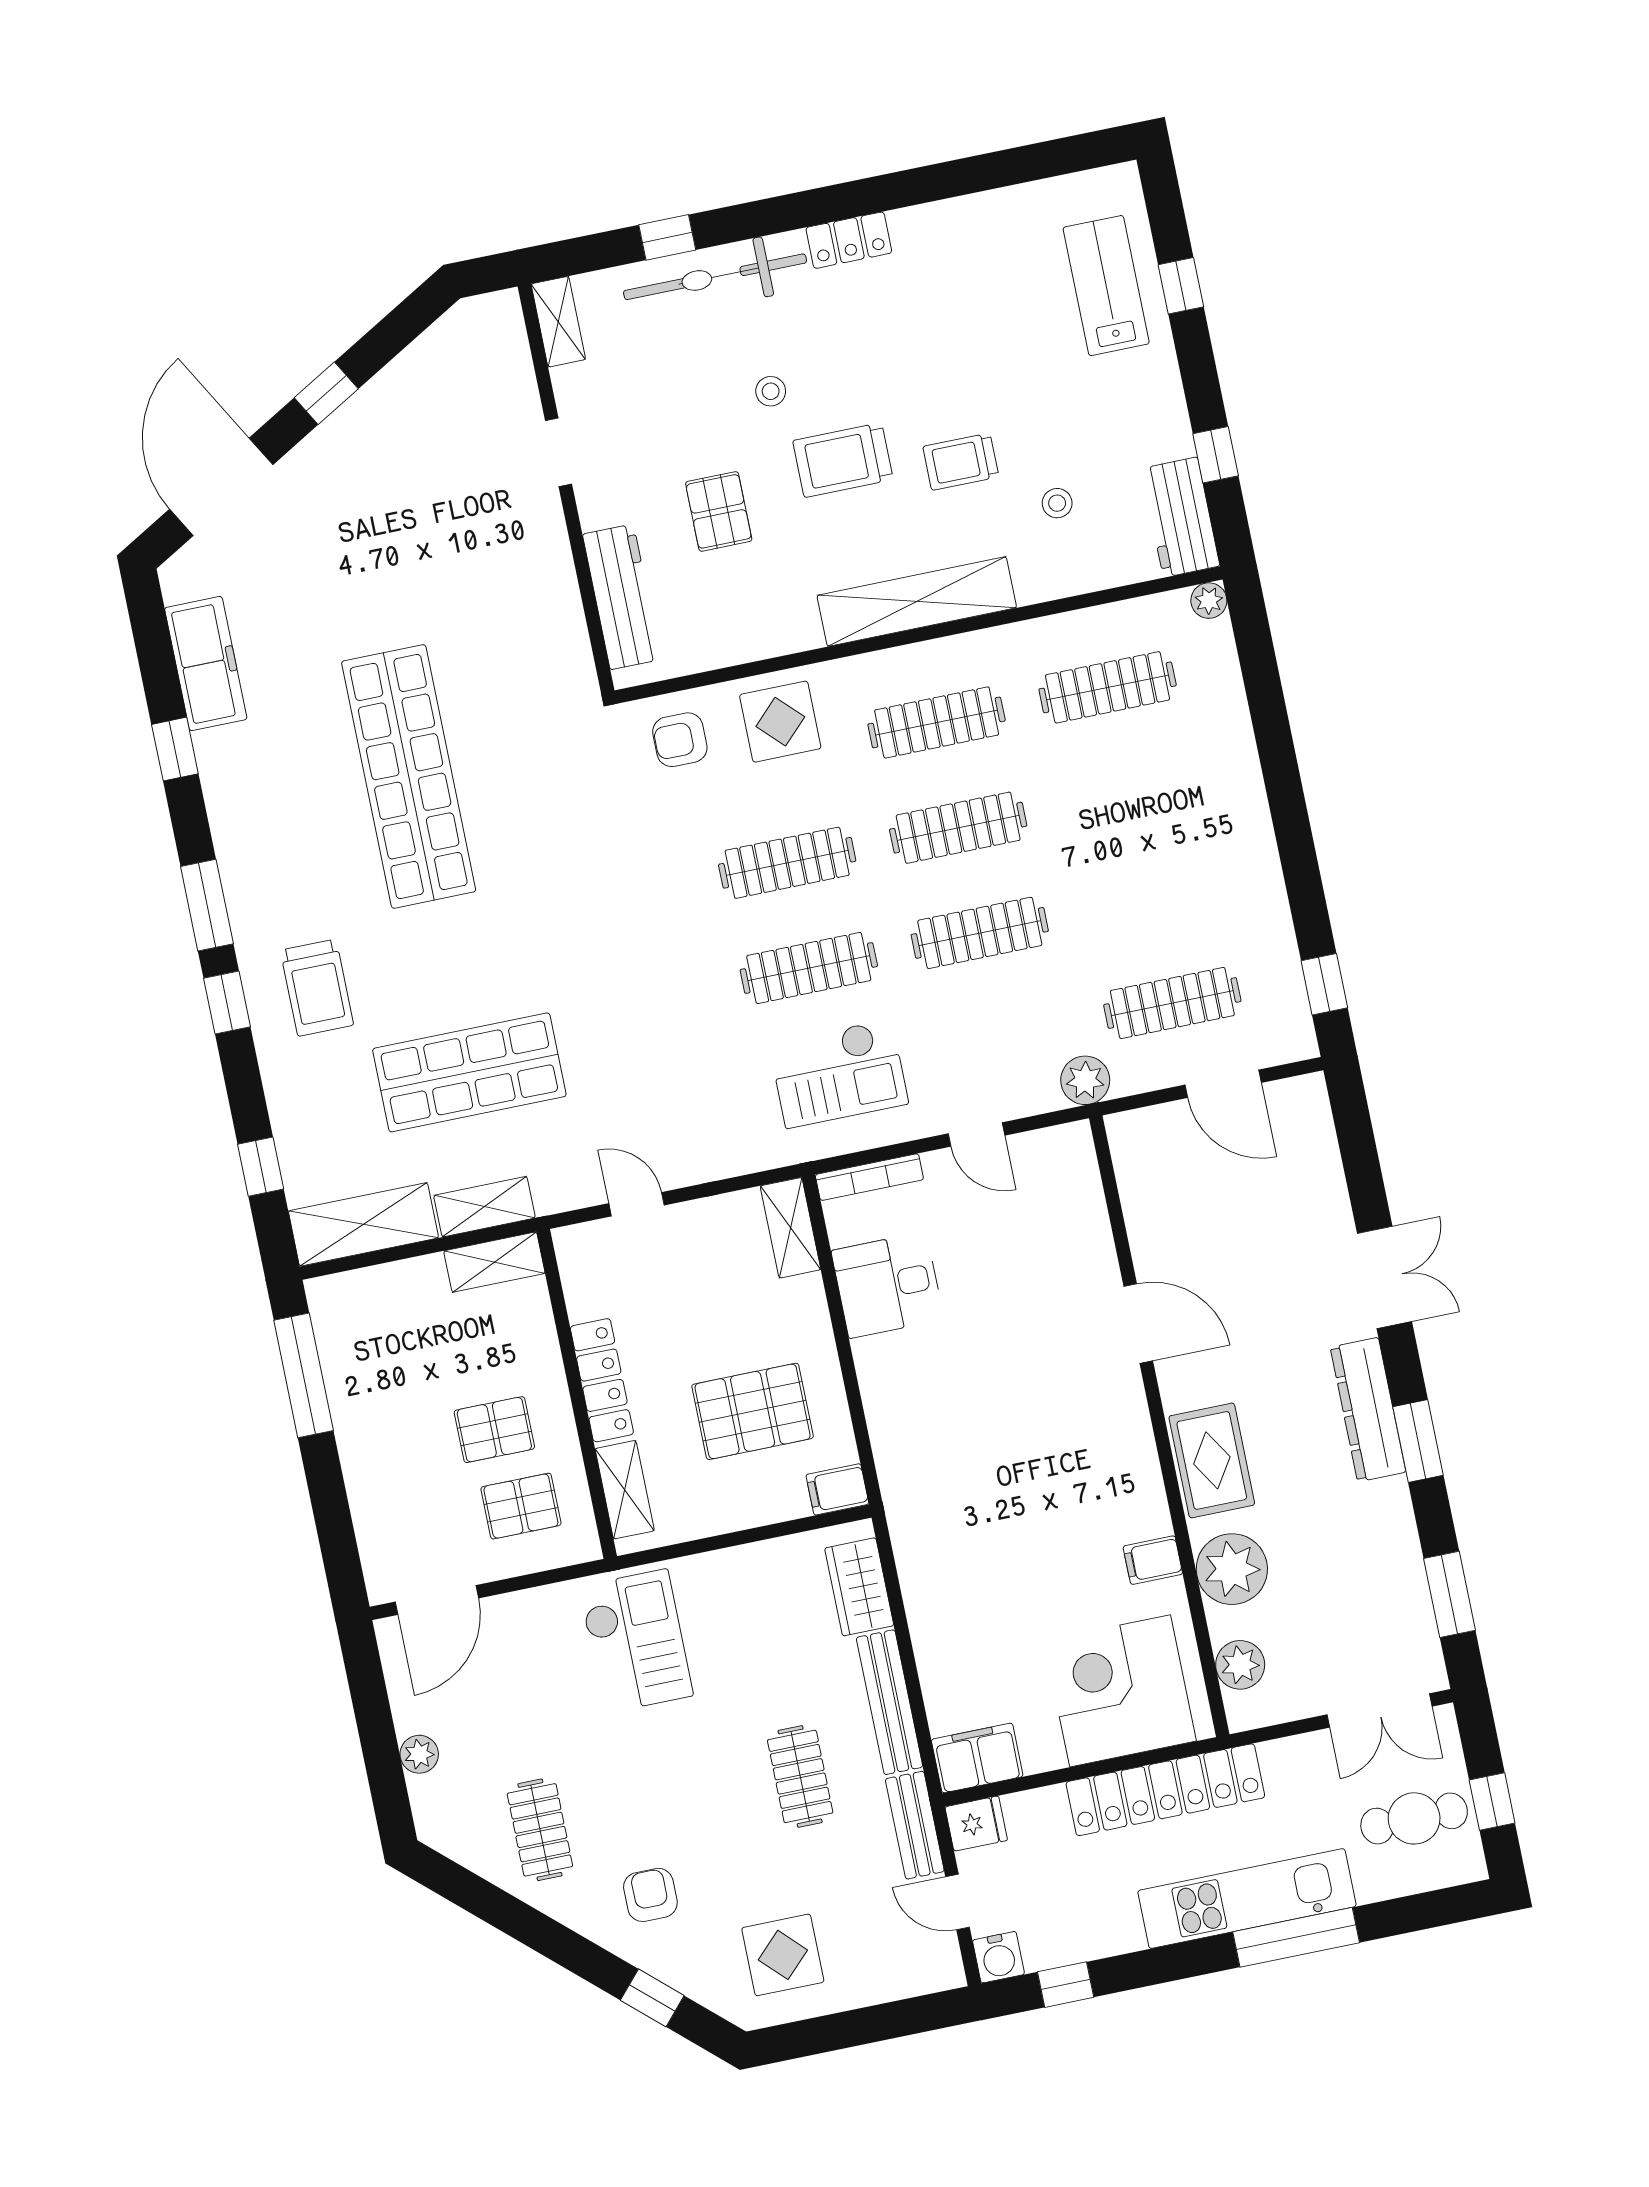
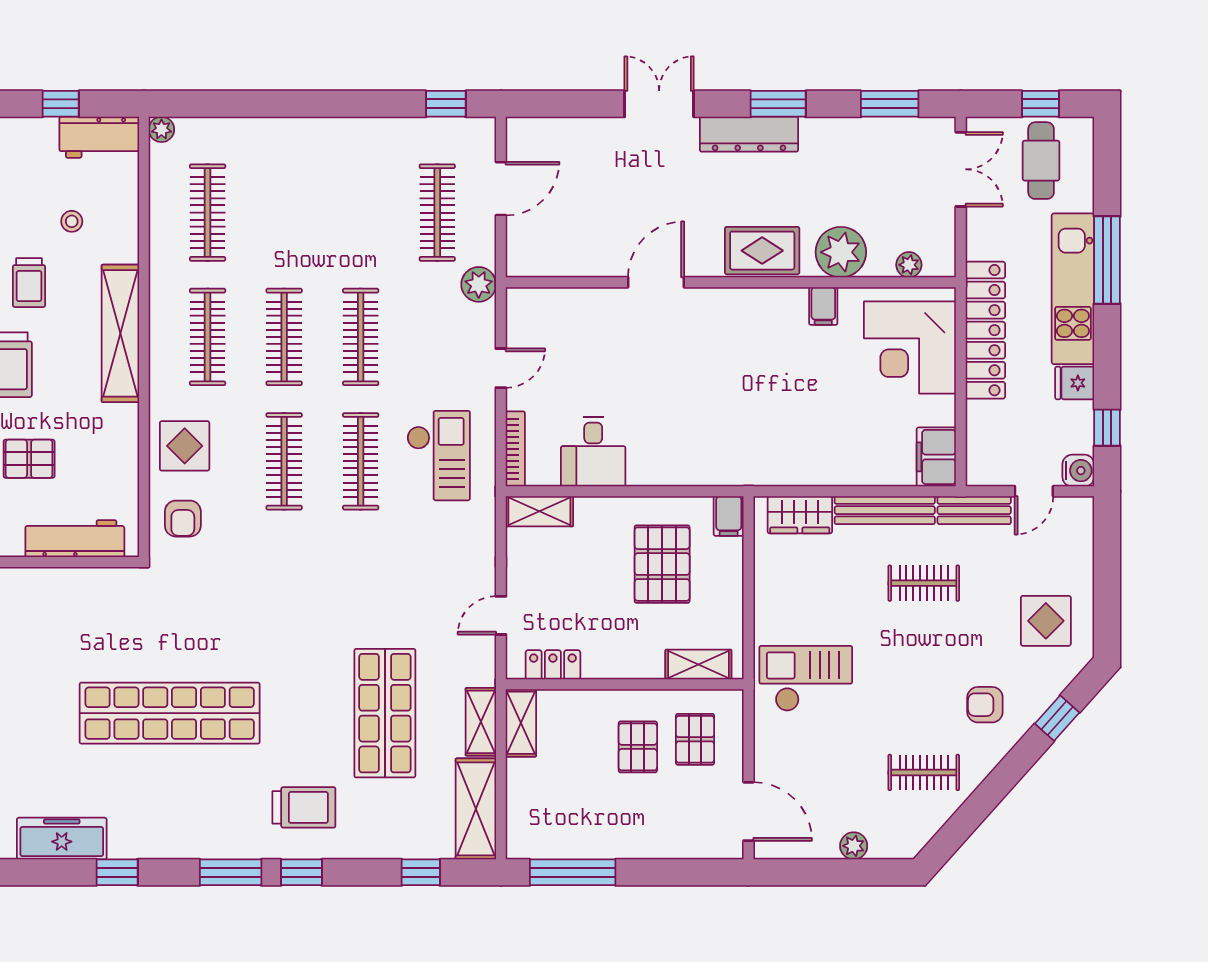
locker: (602, 1380) -> (553, 665), moved, width x0.66
plant: (1240, 1665) -> (909, 265), width x0.73, depth x0.73
fridge: (976, 1824) -> (1075, 383), moved, turned -90

